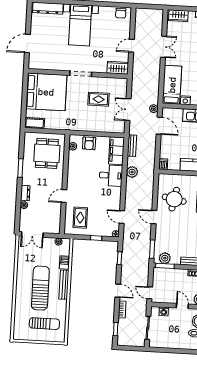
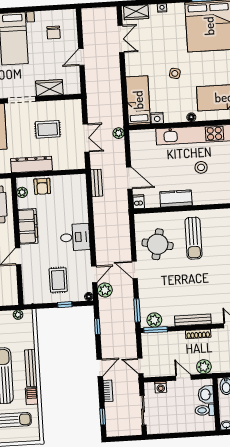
chair: (121, 13) -> (53, 32), moved
double door: (163, 47) -> (121, 39), moved
wardrobe: (118, 68) -> (49, 88), moved
double door: (128, 109) -> (86, 138), swing flipped
dresser: (83, 125) -> (31, 164), added
door: (159, 126) -> (129, 178), moved
filing cabinet: (116, 151) -> (28, 226), moved, turned 180
plant: (132, 172) -> (105, 290), moved
desk: (111, 175) -> (75, 237), moved
door: (122, 217) -> (94, 274), swing flipped
rug: (80, 218) -> (58, 280), moved
barbecue: (65, 263) -> (32, 396), moved
door: (118, 291) -> (100, 368), hinge flipped

